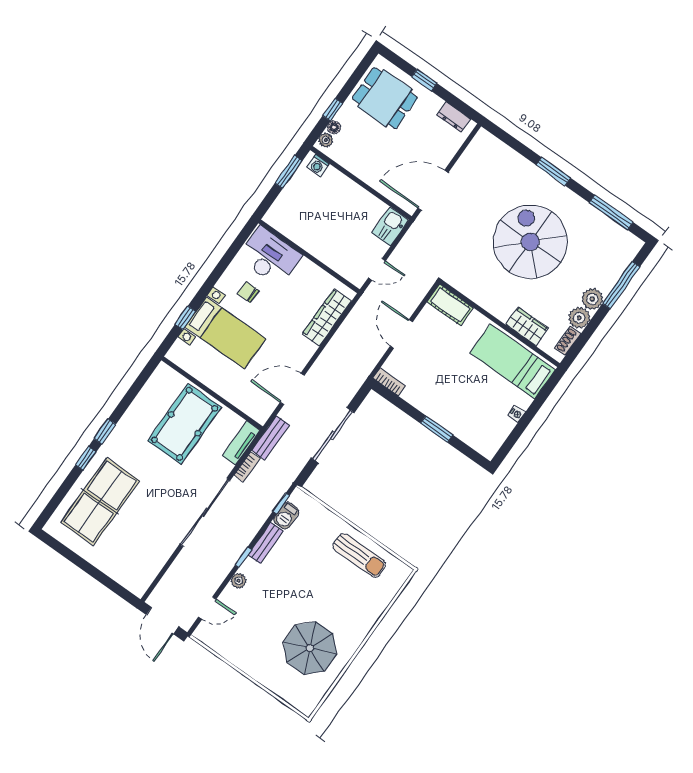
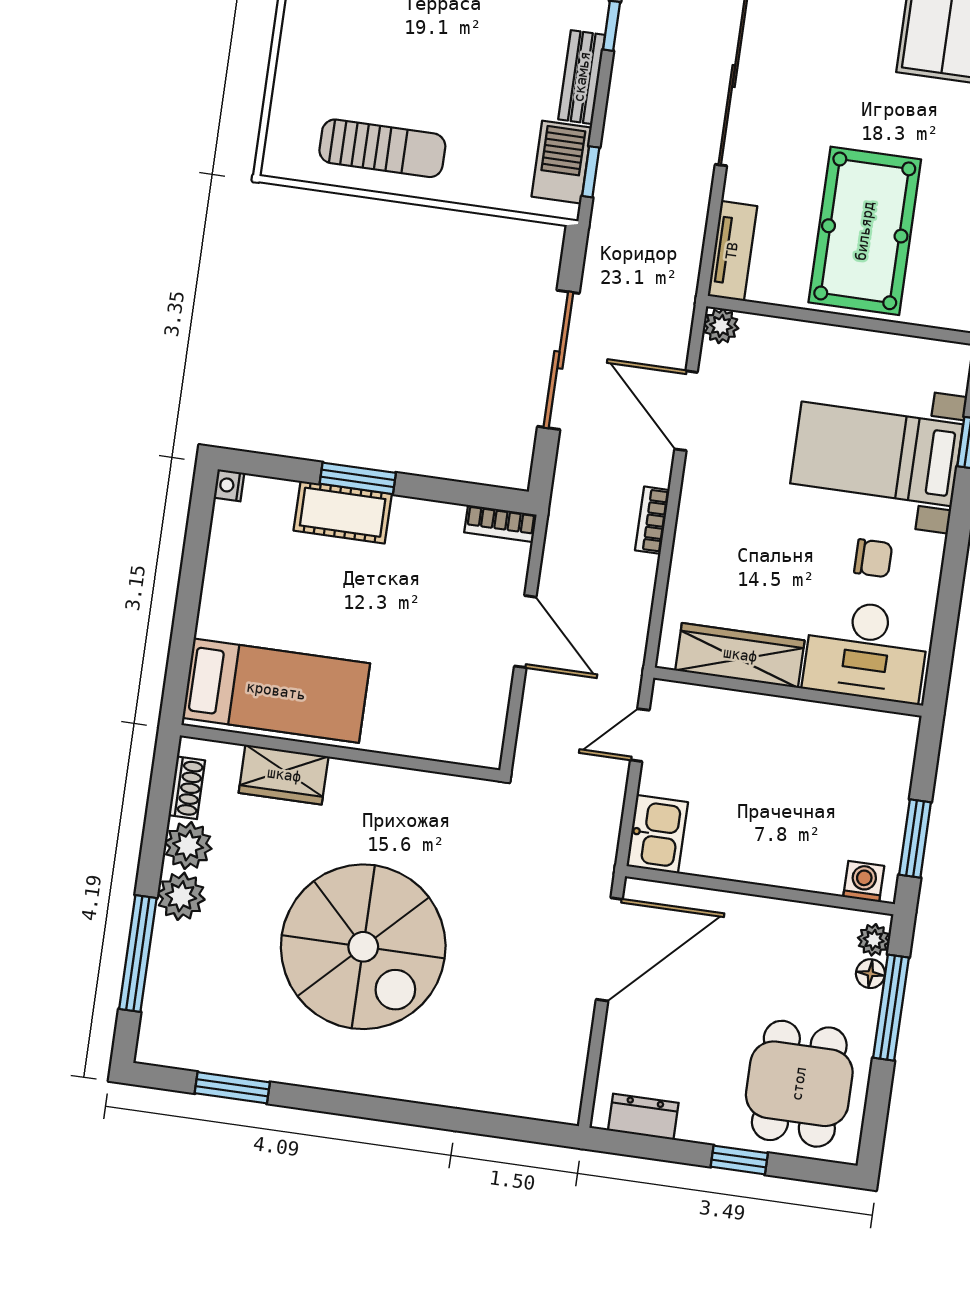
dining table: (385, 98) -> (799, 1084), turned 90
window: (333, 110) -> (891, 1008), width x2.17
window: (553, 172) -> (389, 1110), removed
window: (611, 212) -> (232, 1088), width x0.69
cot: (450, 305) -> (343, 512), moved
wardrobe: (327, 317) -> (740, 655), moved, turned -90
door: (292, 389) -> (686, 411), swing flipped
nightstand: (517, 414) -> (229, 485), moved
plant: (261, 416) -> (721, 326), added
bench: (271, 438) -> (679, 291), removed
bookcase: (247, 467) -> (652, 520), moved
barbecue: (286, 516) -> (562, 162), width x1.38, depth x1.27
sun lounger: (359, 555) -> (382, 148), turned 180

